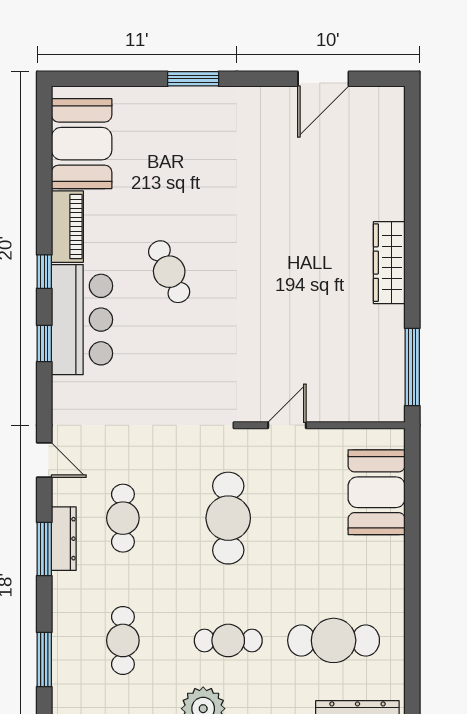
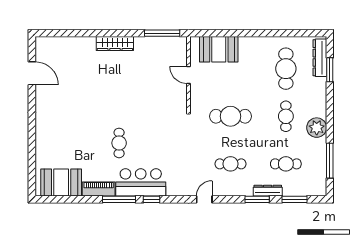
window: (193, 79) -> (32, 132), removed
window: (44, 272) -> (119, 199), width x2.17
cafe table: (169, 272) -> (119, 143), turned -65
door: (287, 425) -> (189, 75), moved
dresser: (64, 539) -> (268, 191), moved
window: (44, 549) -> (257, 199), moved

